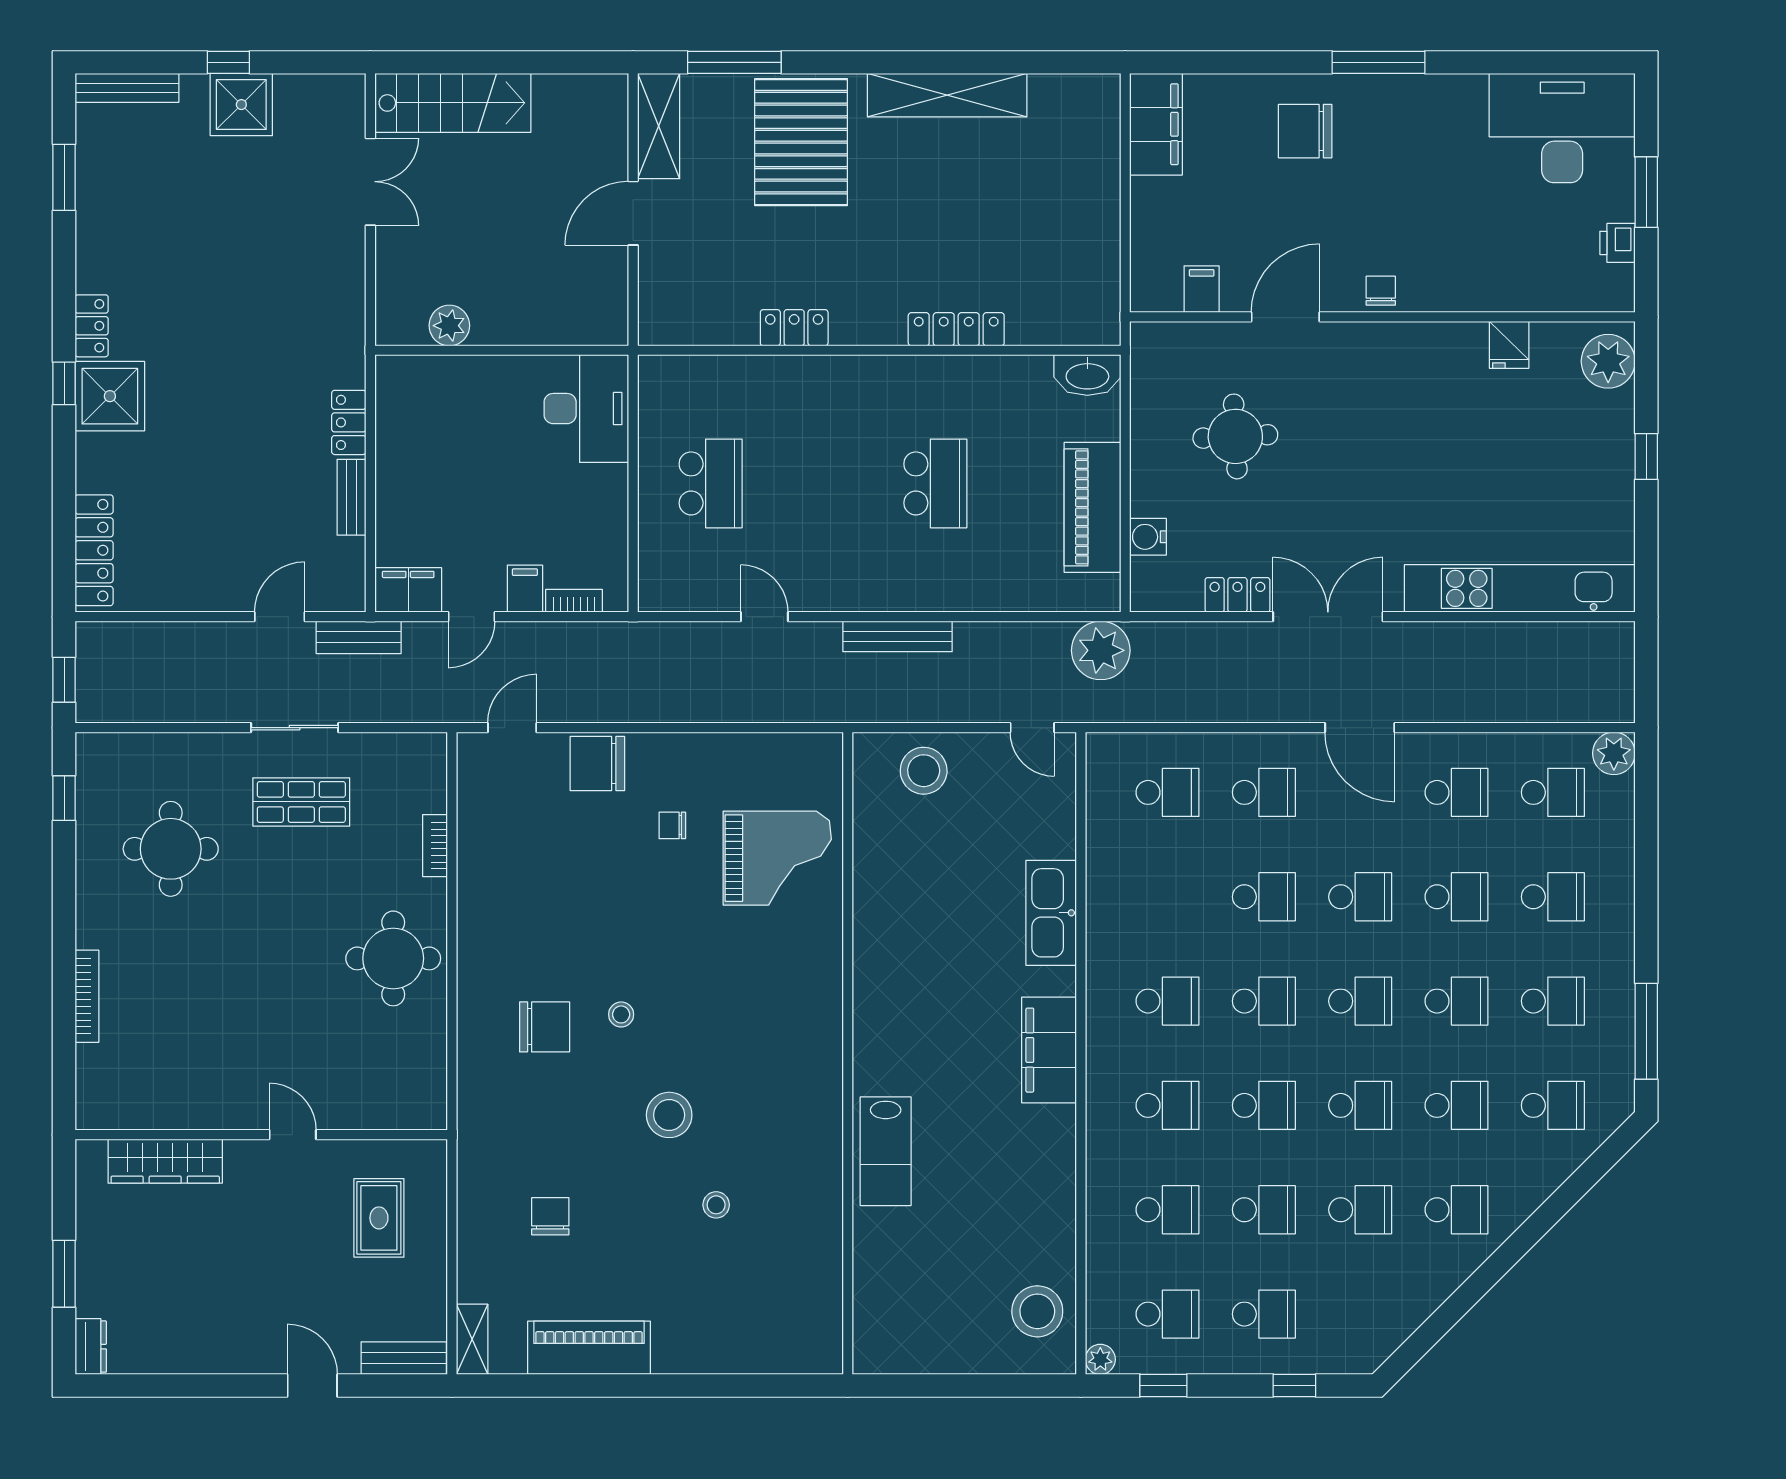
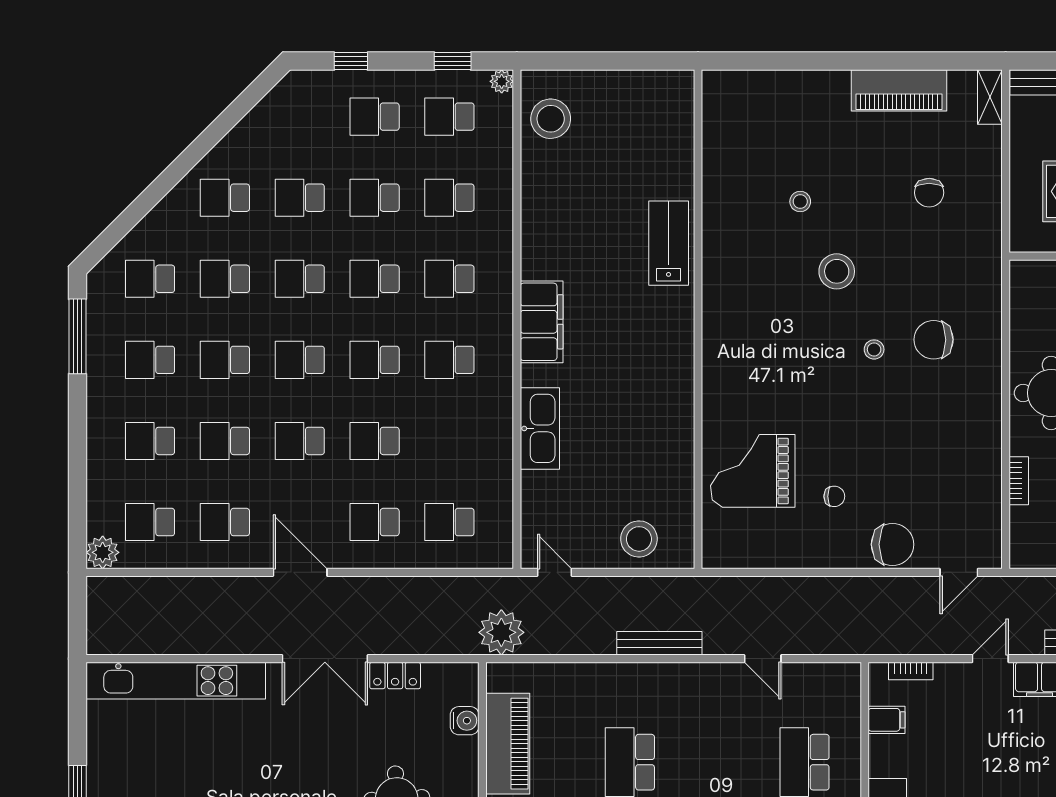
filing cabinet: (525, 589) -> (887, 720), moved, turned -90

